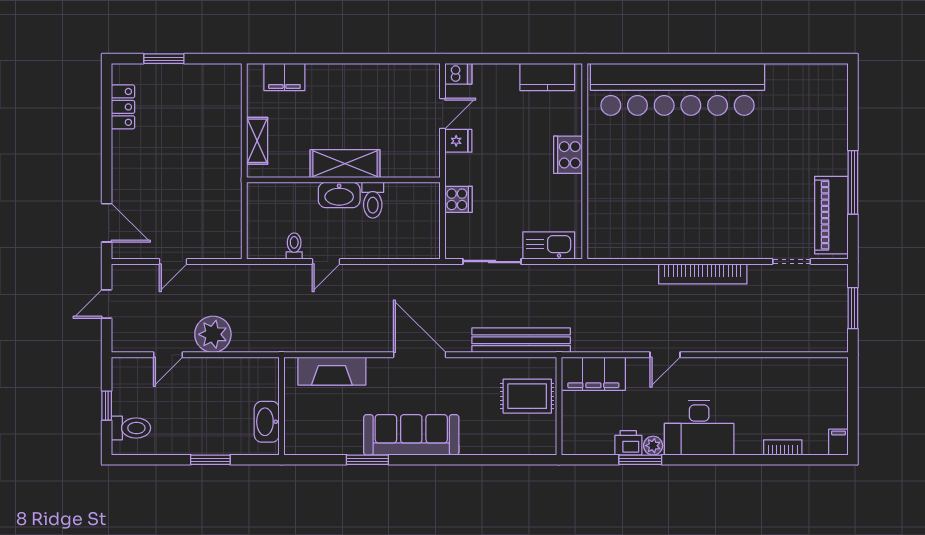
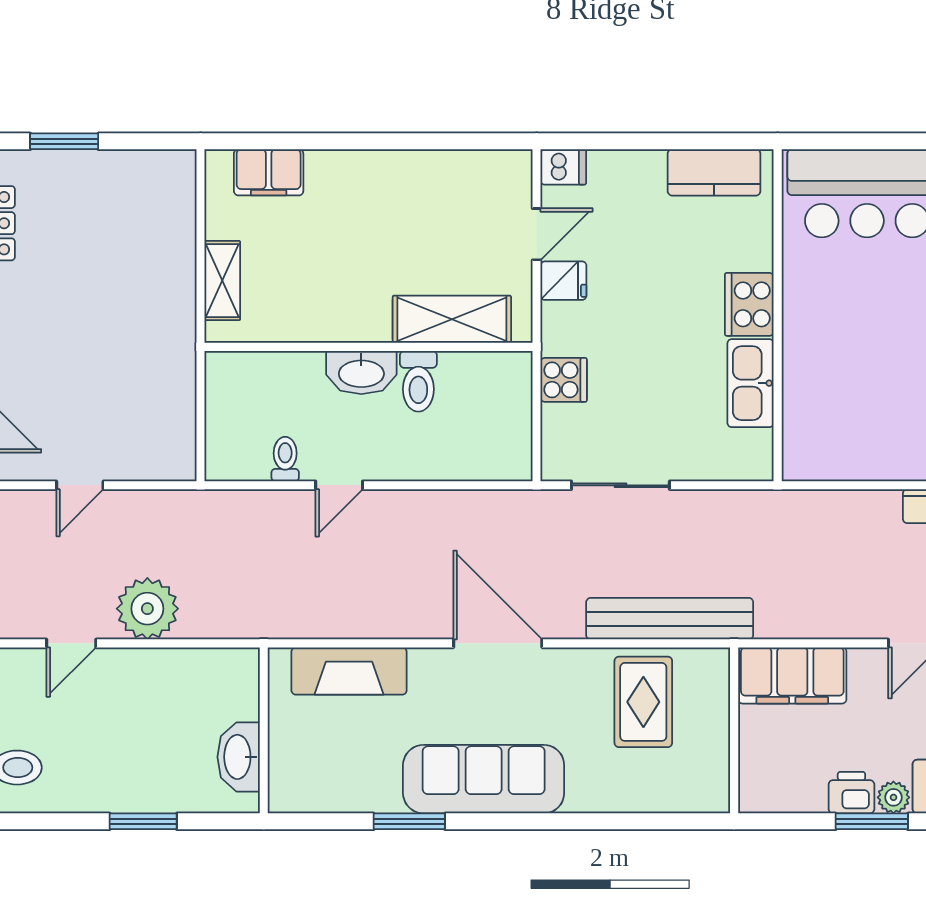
shelving: (345, 164) -> (452, 319), moved
kitchen sink: (549, 245) -> (750, 383), moved, turned -90
rug: (527, 396) -> (643, 702), moved, turned 90

